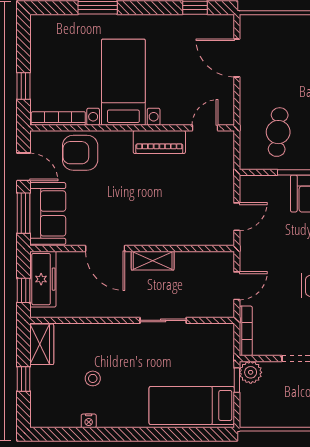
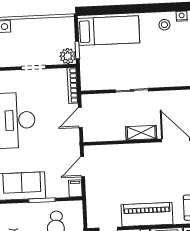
piano: (159, 142) -> (147, 214), width x1.37, depth x1.33
filing cabinet: (248, 187) -> (75, 188), added
stool: (93, 378) -> (164, 25), moved

